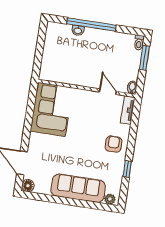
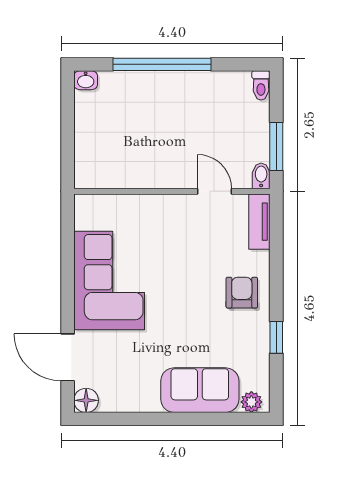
washbasin: (78, 30) -> (86, 80), moved
window: (144, 58) -> (276, 147), moved
corner sofa: (51, 109) -> (109, 280), moved
sofa: (78, 188) -> (200, 390), width x0.73

